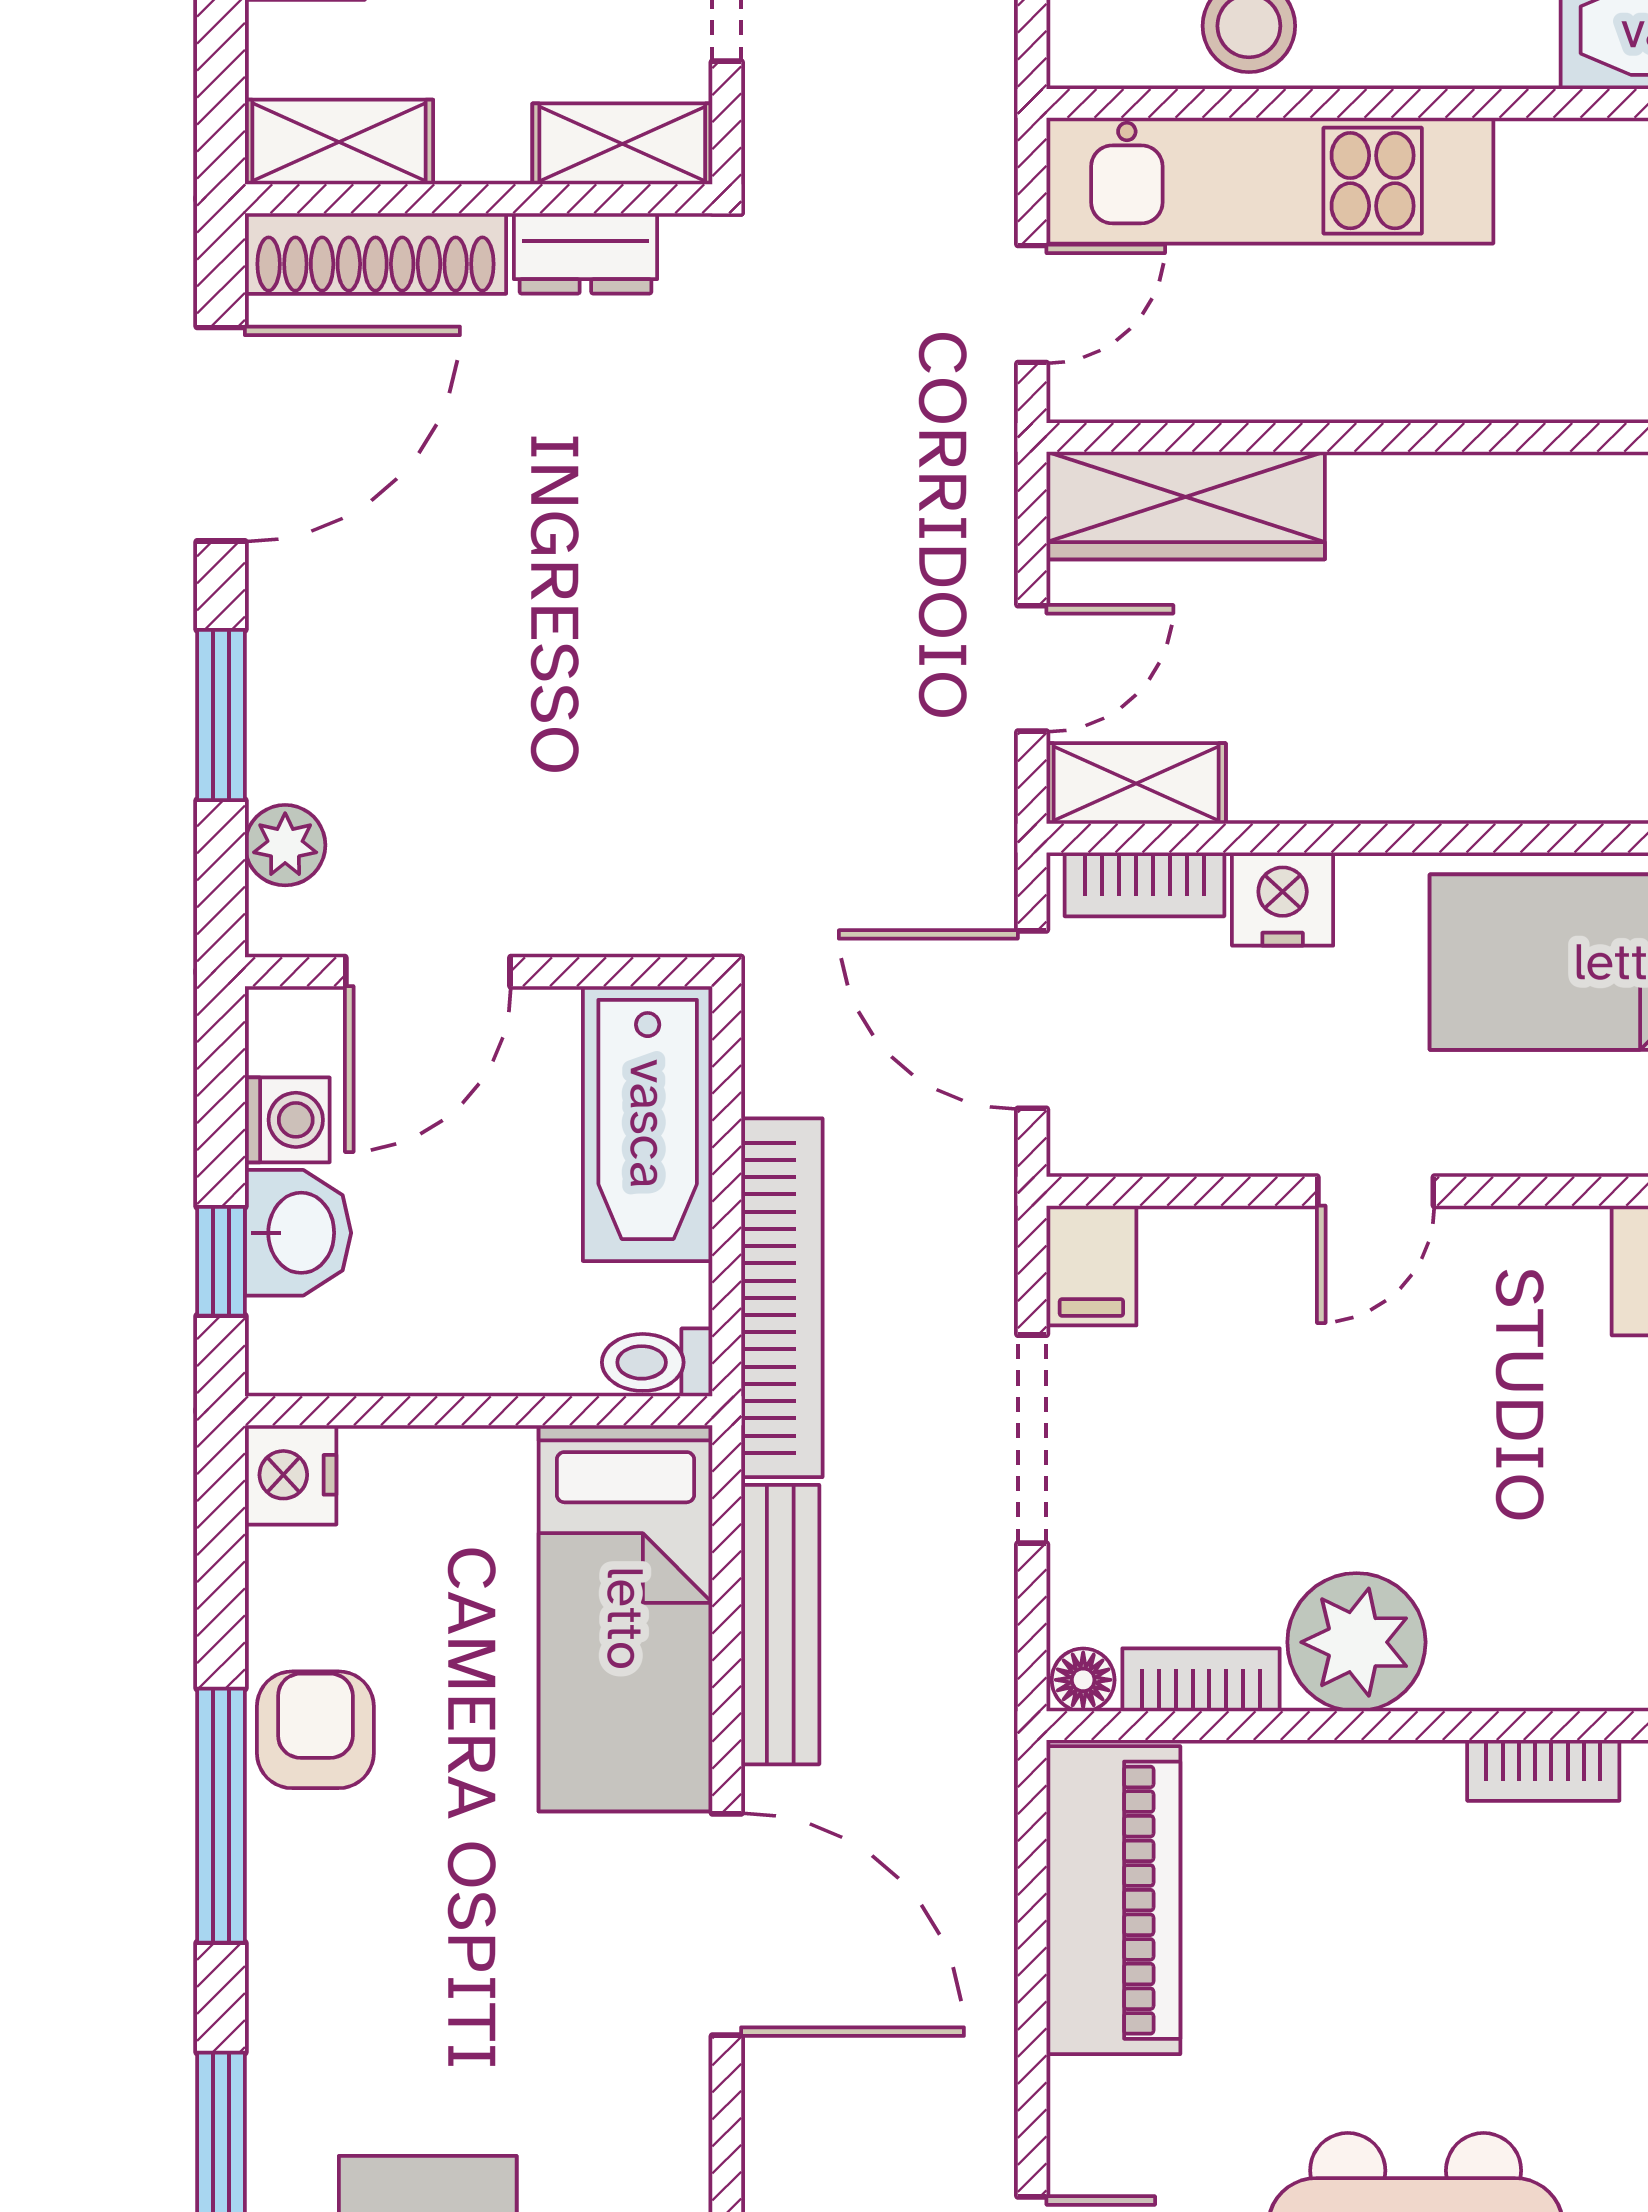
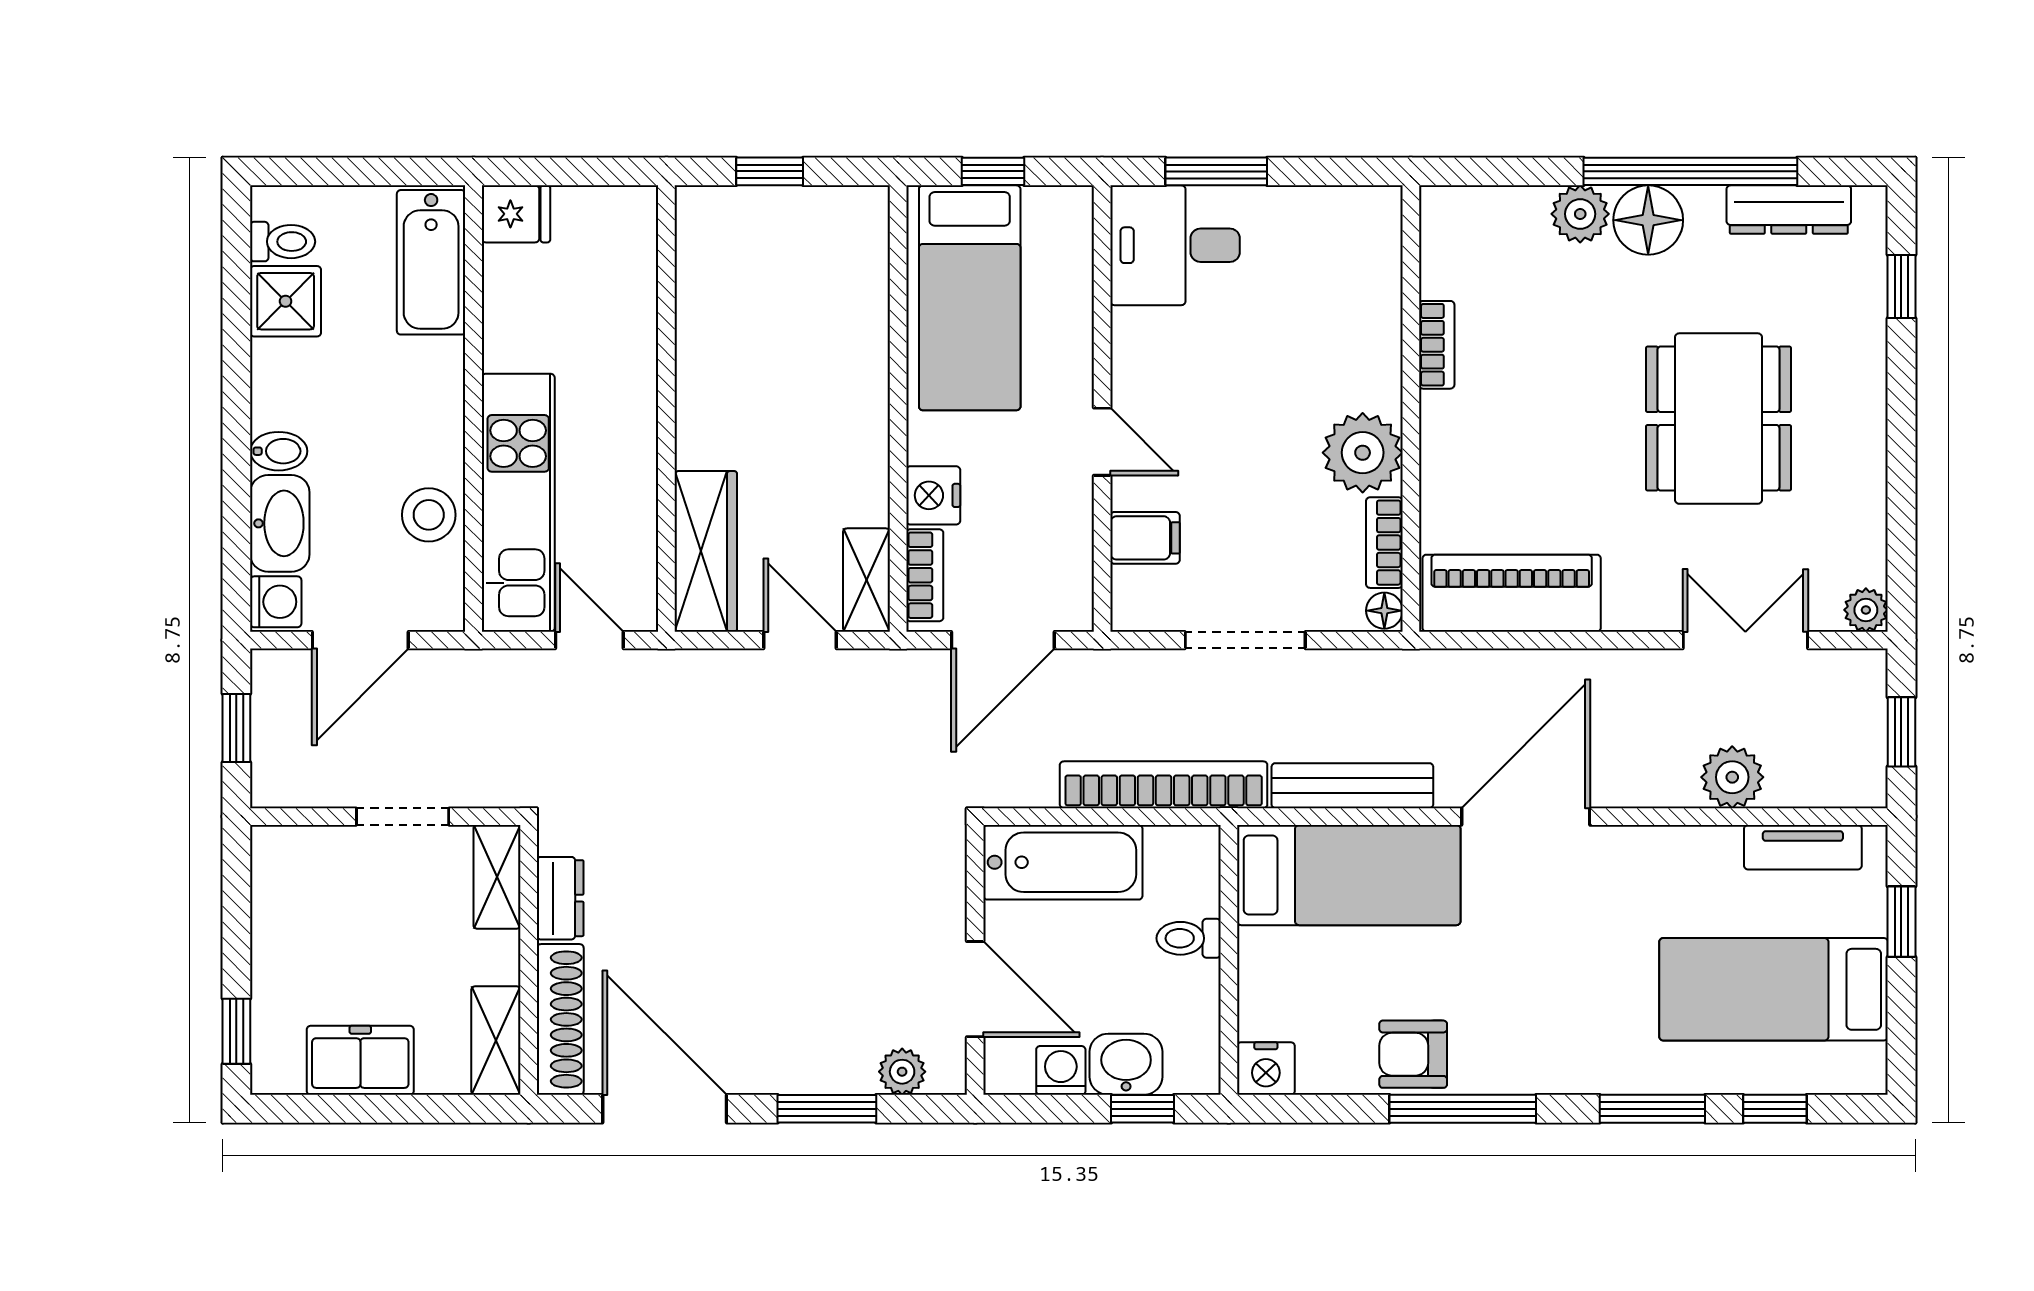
filing cabinet: (1091, 1266) -> (1145, 538), moved
toilet: (657, 1362) -> (1189, 938), moved, turned 90

